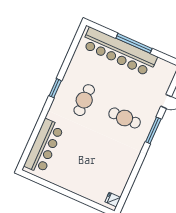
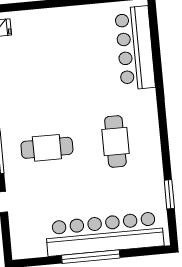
window: (55, 88) -> (169, 194), moved

